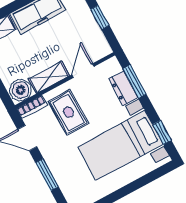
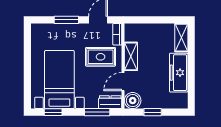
door: (83, 71) -> (123, 82), swing flipped
dresser: (123, 88) -> (110, 102), moved
boiler: (21, 90) -> (133, 101), moved

